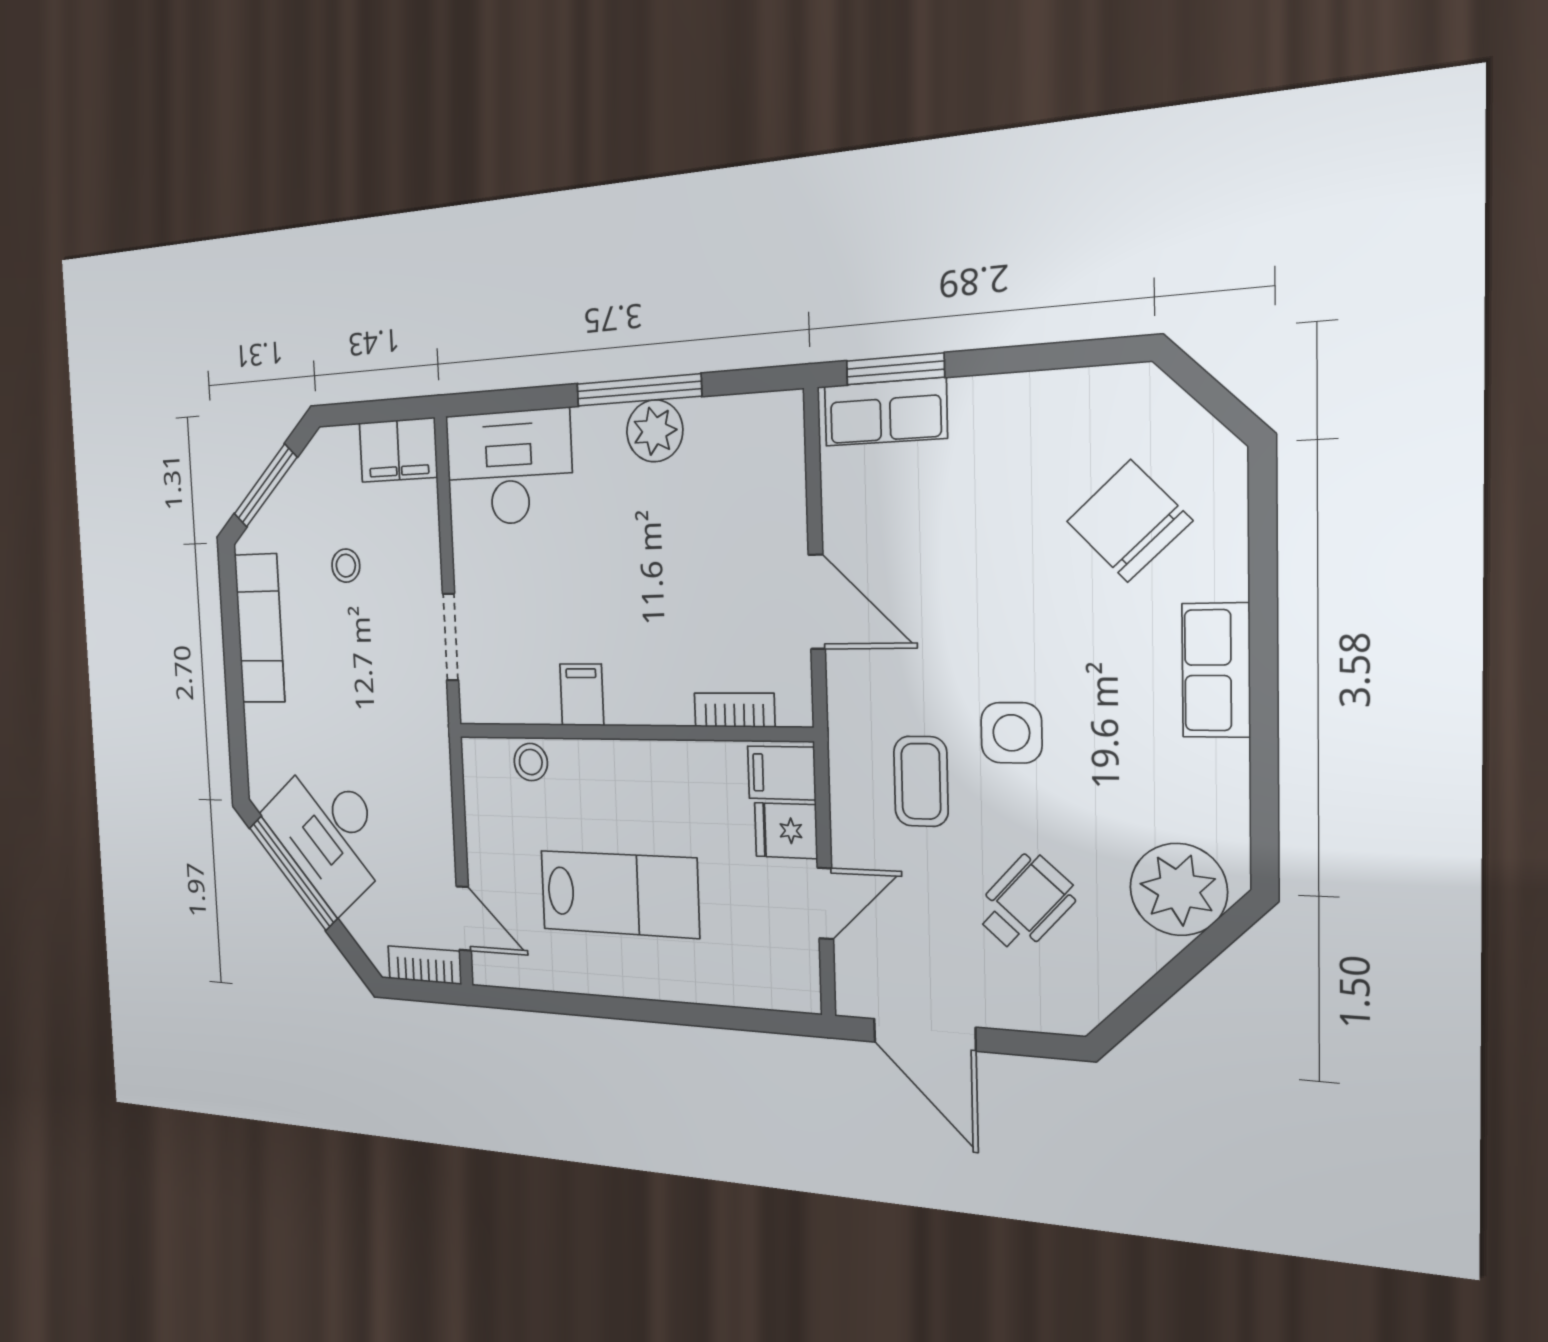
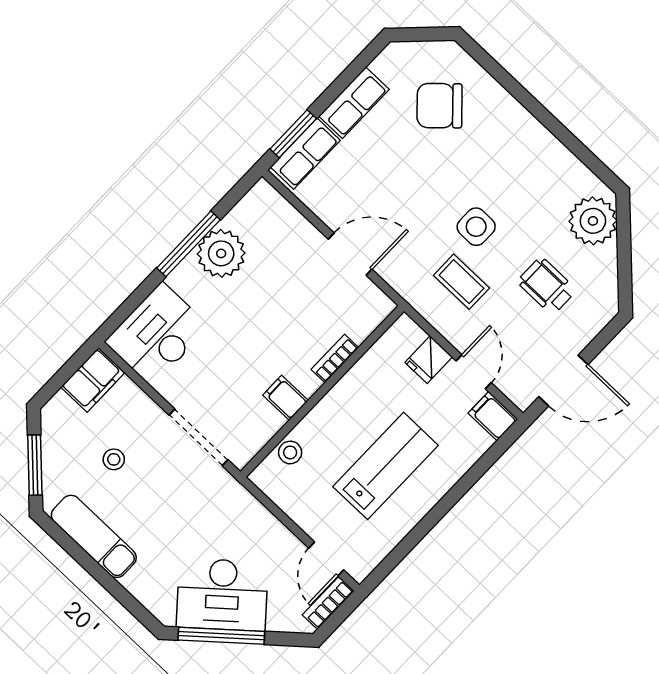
plant: (655, 431) -> (221, 253), width x1.36, depth x1.36
doorway: (451, 637) -> (199, 437), width x1.38
row of seats: (1216, 670) -> (354, 103), moved, turned -90
bookcase: (734, 710) -> (335, 359), moved
filing cabinet: (782, 773) -> (493, 416), moved, turned 90
wheelchair: (1025, 903) -> (547, 286), turned -42
door: (464, 919) -> (326, 559), swing flipped

